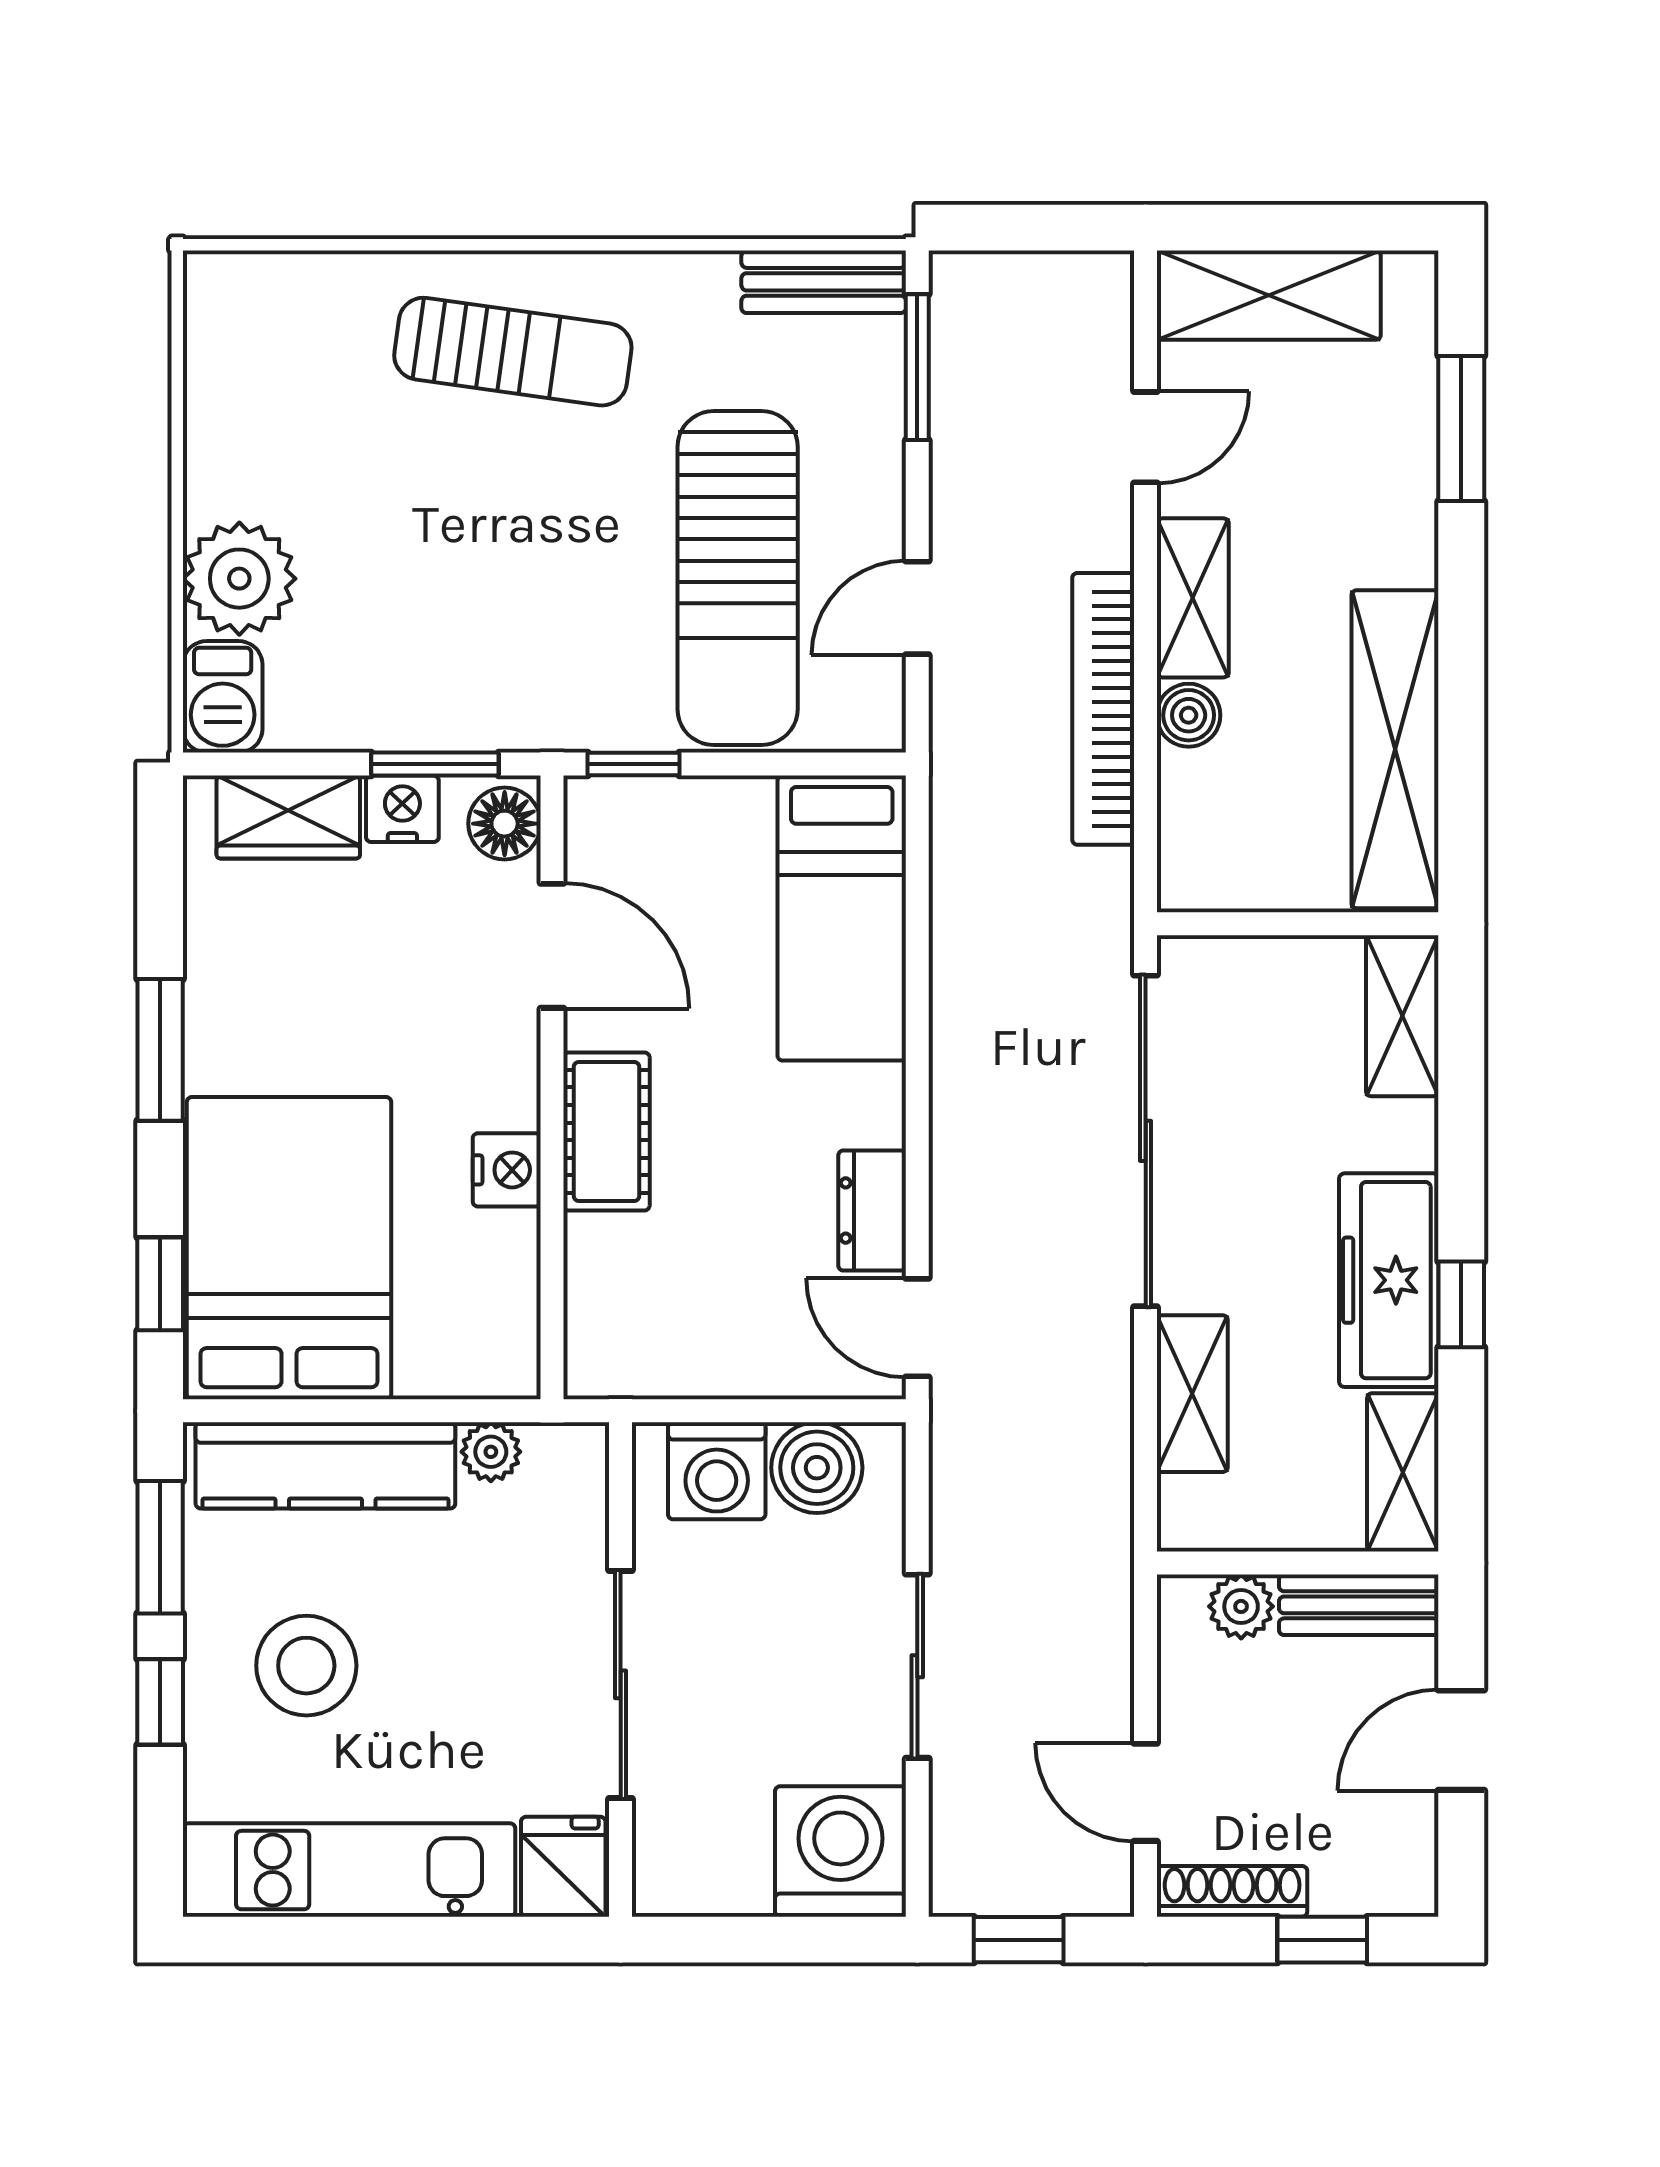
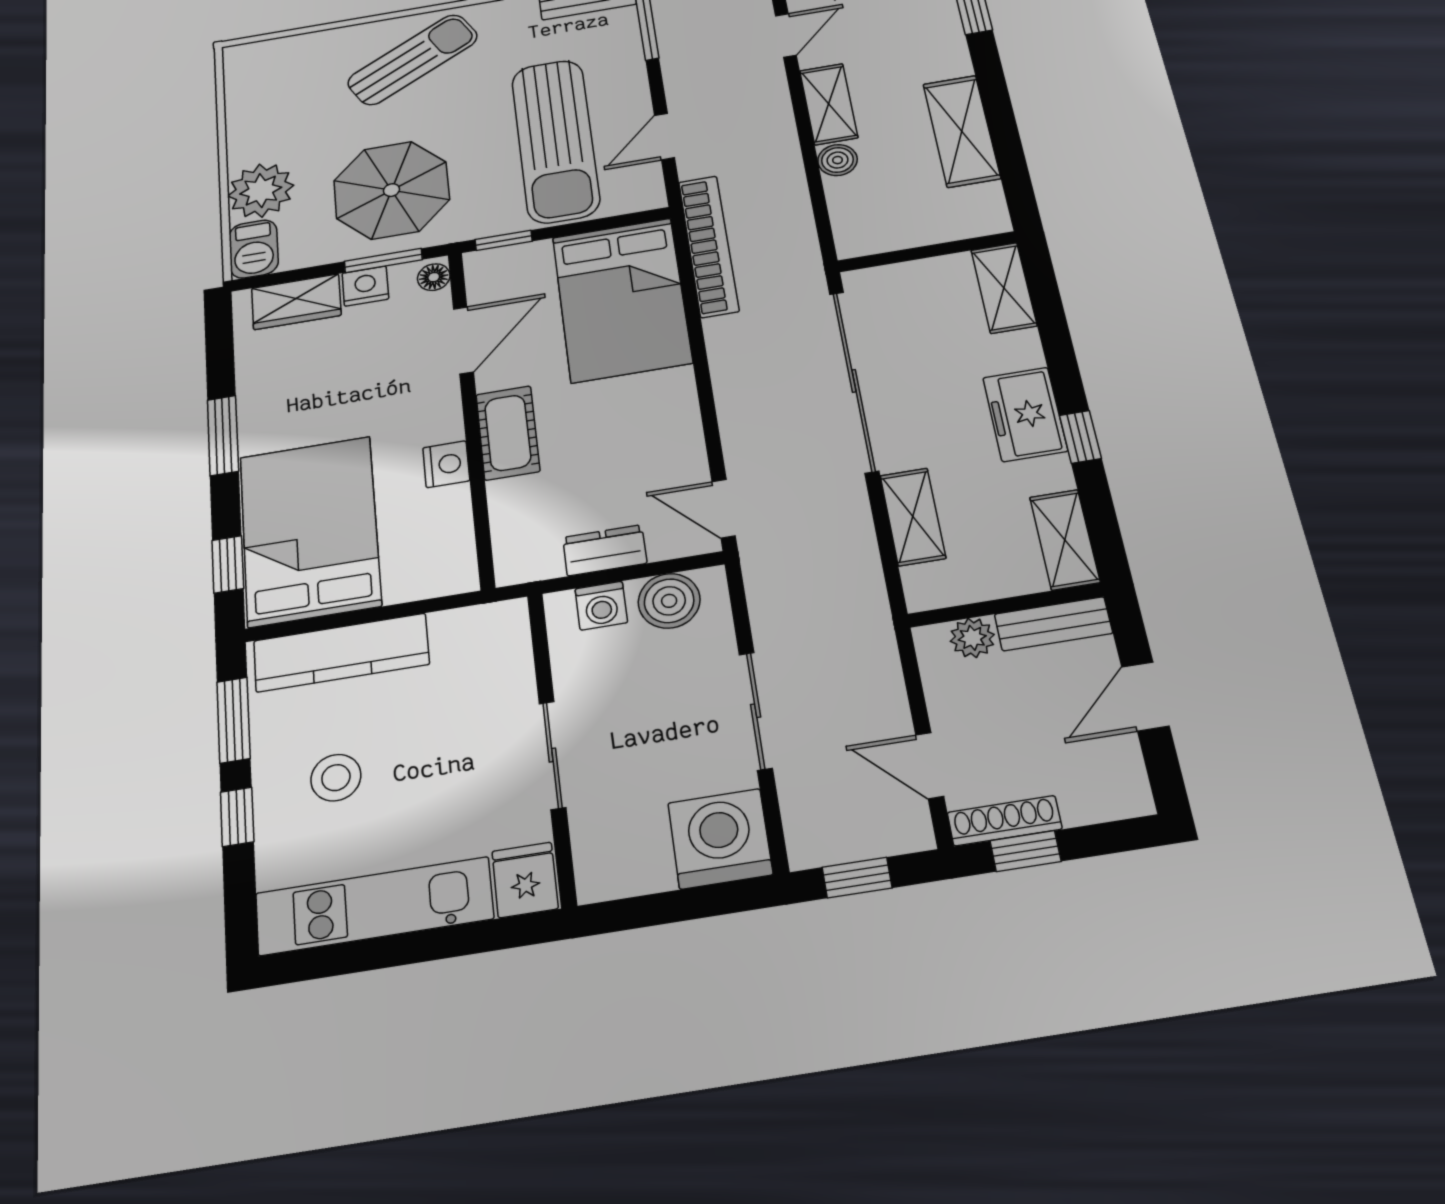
sun lounger: (513, 352) -> (413, 60), turned -37
parasol: (458, 623) -> (391, 190), added
bookcase: (1103, 709) -> (709, 246), moved, turned 180
shelving: (1395, 749) -> (962, 131), width x0.68
floor lamp: (505, 824) -> (434, 277), width x0.73, depth x0.73
bed: (842, 918) -> (622, 299), width x1.50
door: (552, 946) -> (463, 340), hinge flipped
dresser: (872, 1210) -> (605, 550), moved, turned 90
freezer: (1389, 1280) -> (1025, 414), width x0.71
plant: (491, 1452) -> (450, 627), removed
washing machine: (717, 1471) -> (601, 606), width x0.73, depth x0.73
stool: (306, 1666) -> (336, 778), width x0.73, depth x0.73
sliding door: (621, 1684) -> (552, 755), width x0.73
window: (1322, 1940) -> (1025, 851), moved

